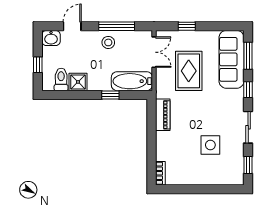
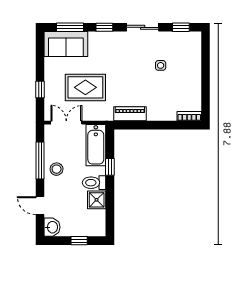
sofa: (231, 59) -> (66, 44), width x0.73
toilet: (61, 79) -> (94, 183), moved
side table: (210, 145) -> (161, 65), width x0.54, depth x0.54

